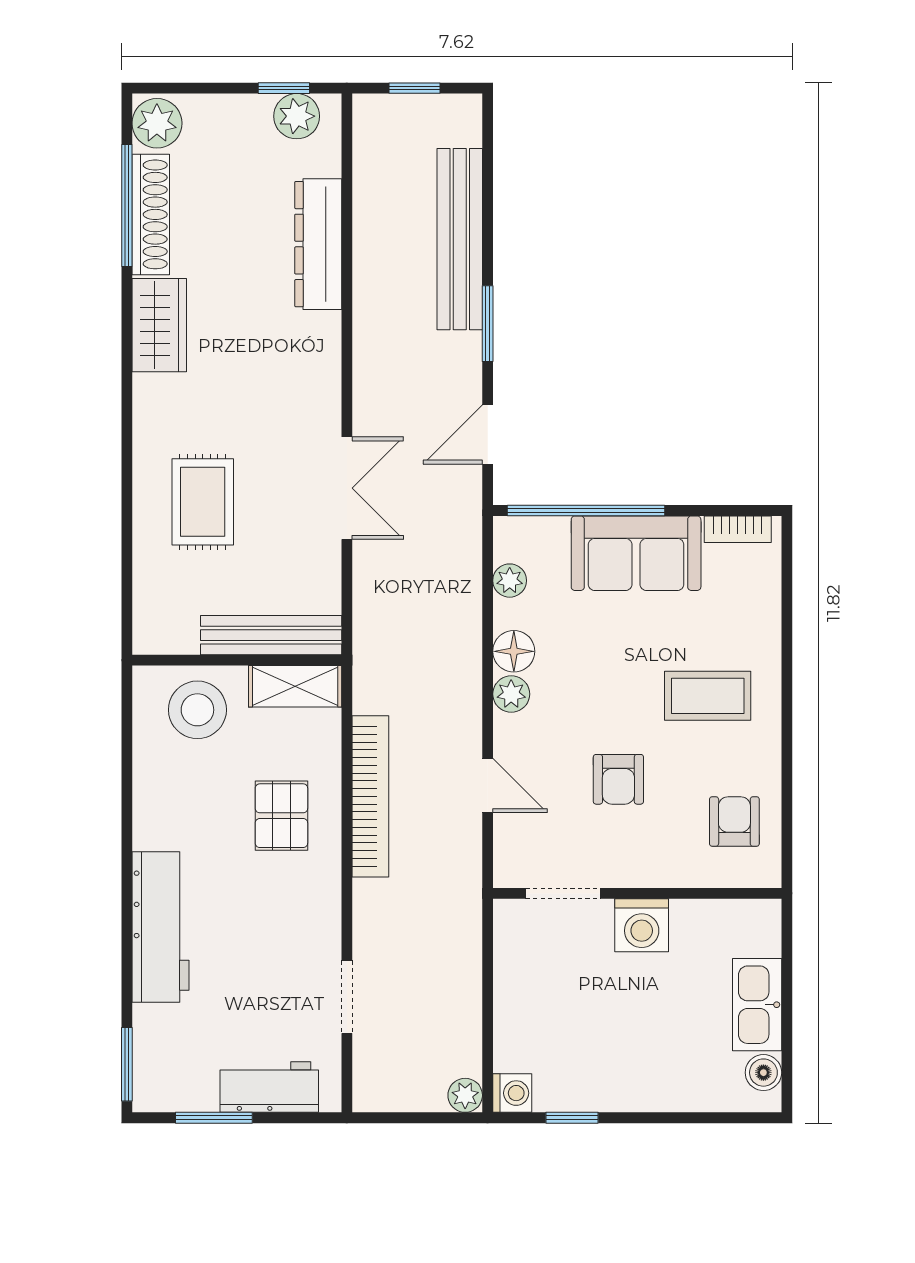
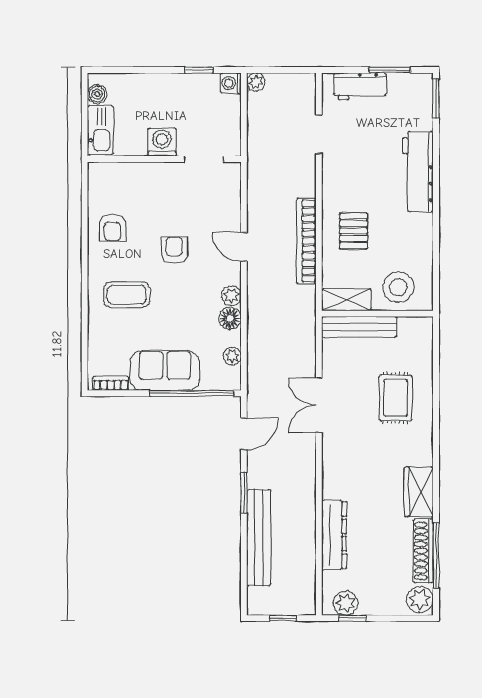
doorway: (563, 893) -> (204, 159), moved
wall: (637, 893) -> (164, 159), moved
washing machine: (642, 925) -> (162, 142), moved

